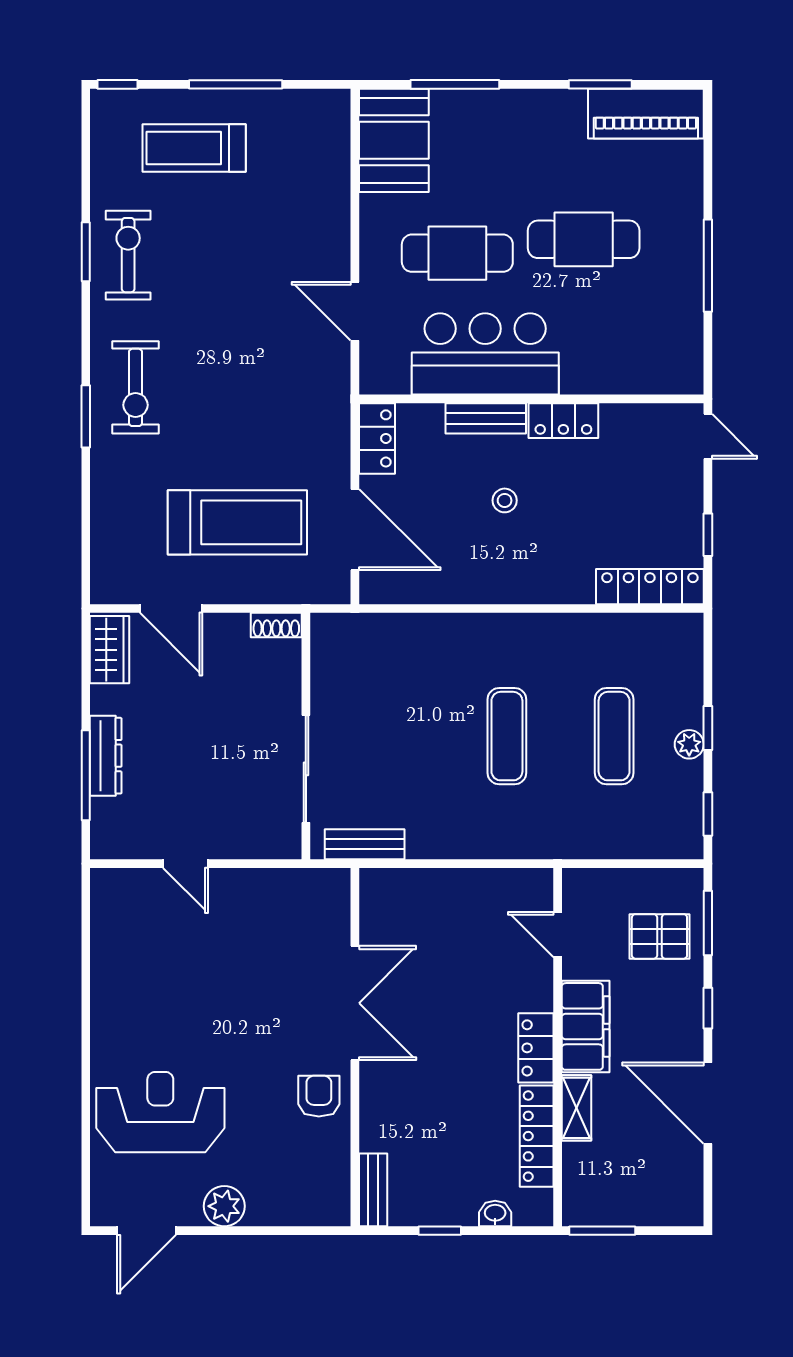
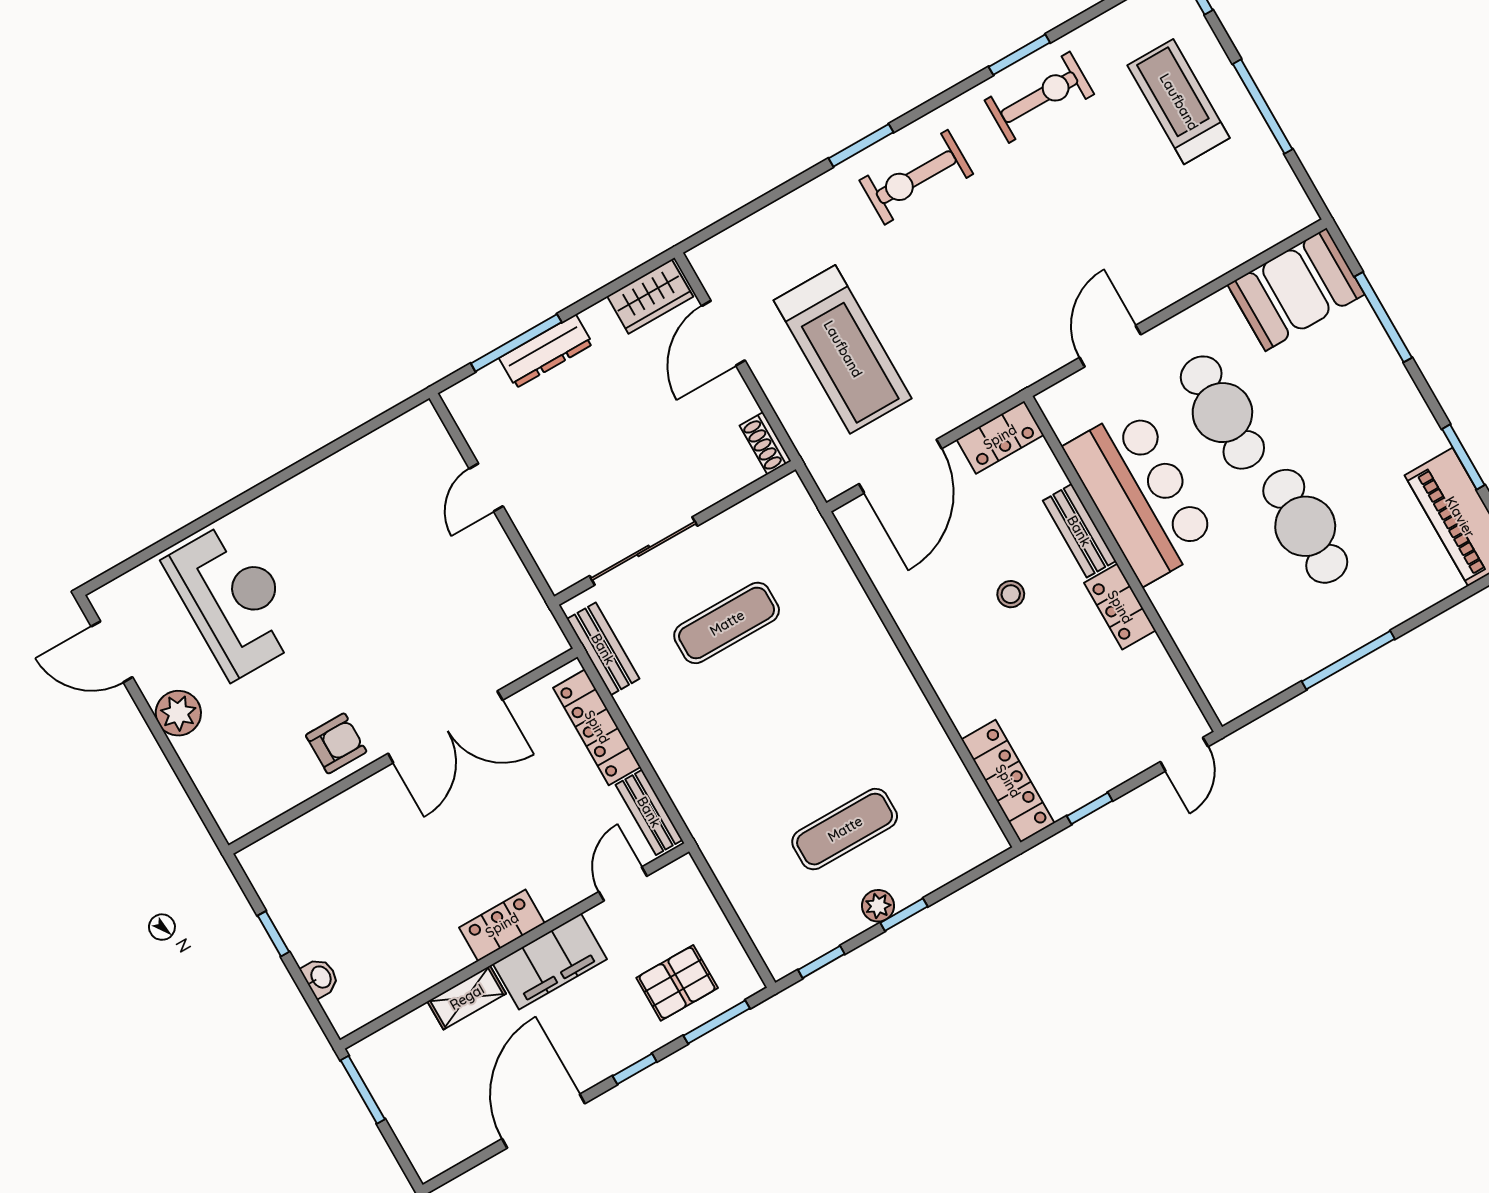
exercise mat: (507, 736) -> (727, 623), moved
pallet: (659, 936) -> (677, 983), turned 90
locker: (537, 1136) -> (597, 727), moved, turned -90
bench: (373, 1190) -> (649, 812), moved, turned 90

